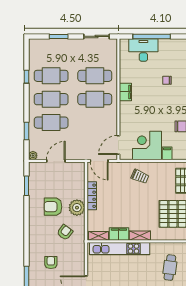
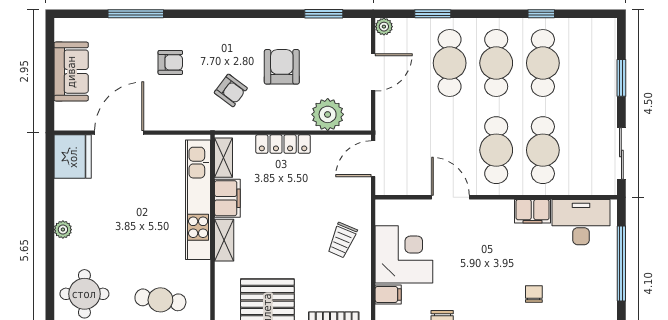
desk: (143, 50) -> (581, 222), moved, turned -90
filing cabinet: (125, 92) -> (533, 211), moved
door: (118, 145) -> (450, 197), moved
door: (56, 161) -> (373, 72), hinge flipped
locker: (92, 196) -> (283, 144), moved
plant: (77, 208) -> (328, 114), moved

